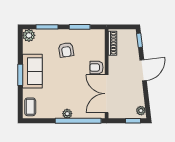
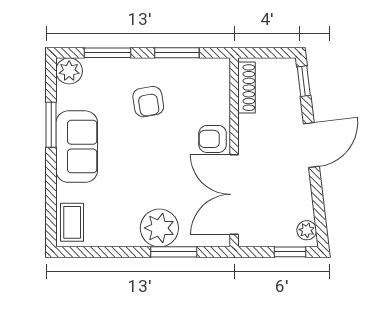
window: (20, 75) -> (51, 125), moved
plant: (67, 114) -> (159, 228), width x1.87, depth x1.87
window: (78, 121) -> (174, 252), width x0.47

